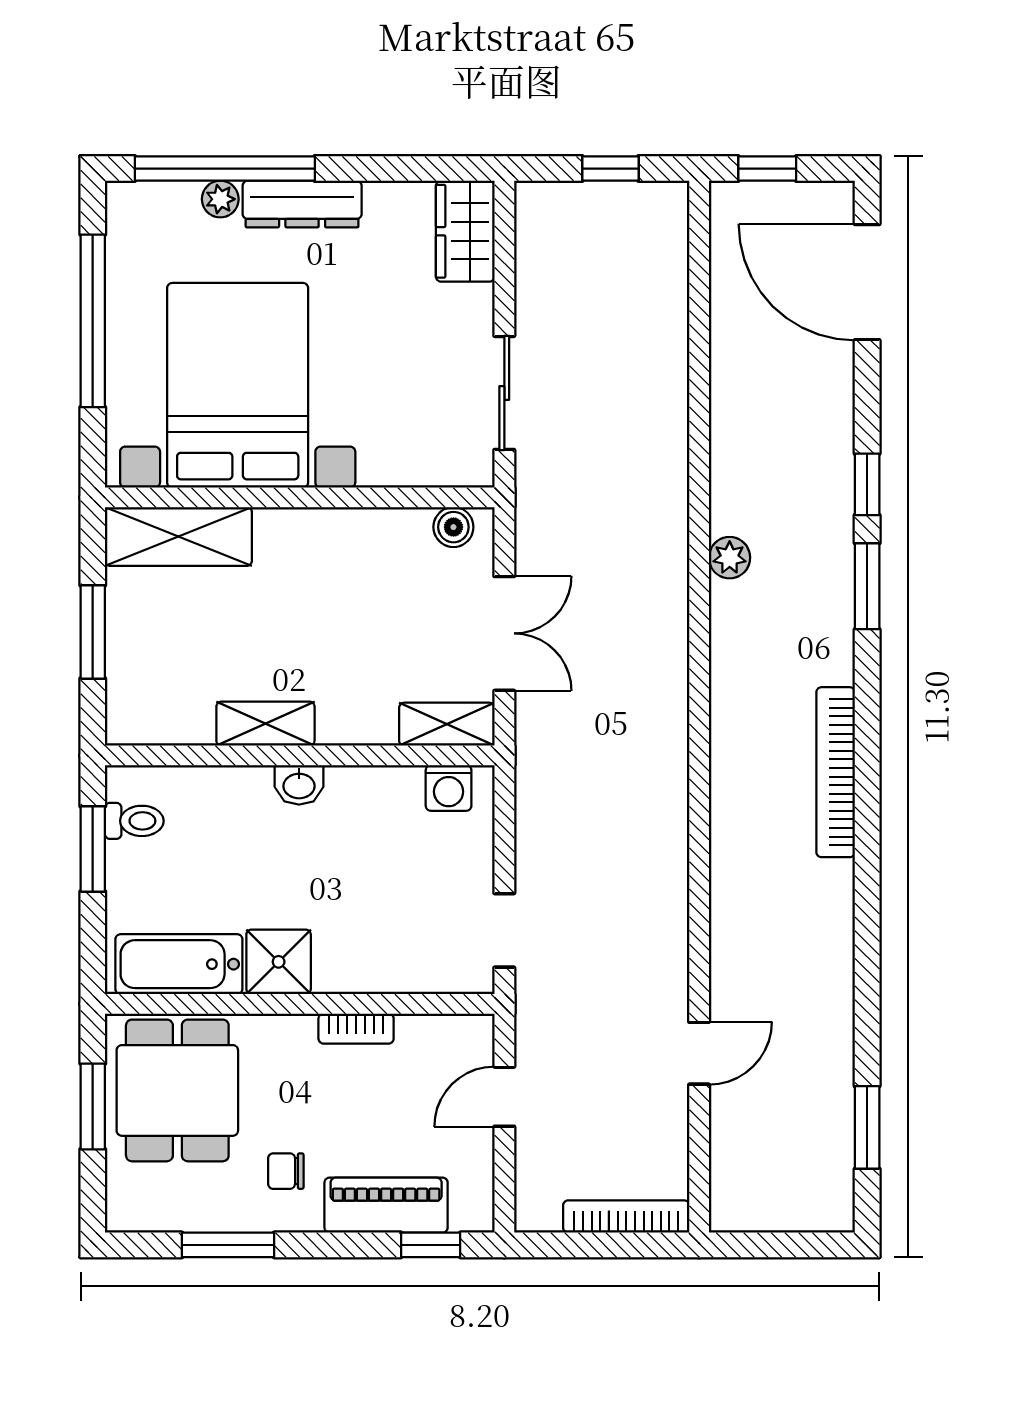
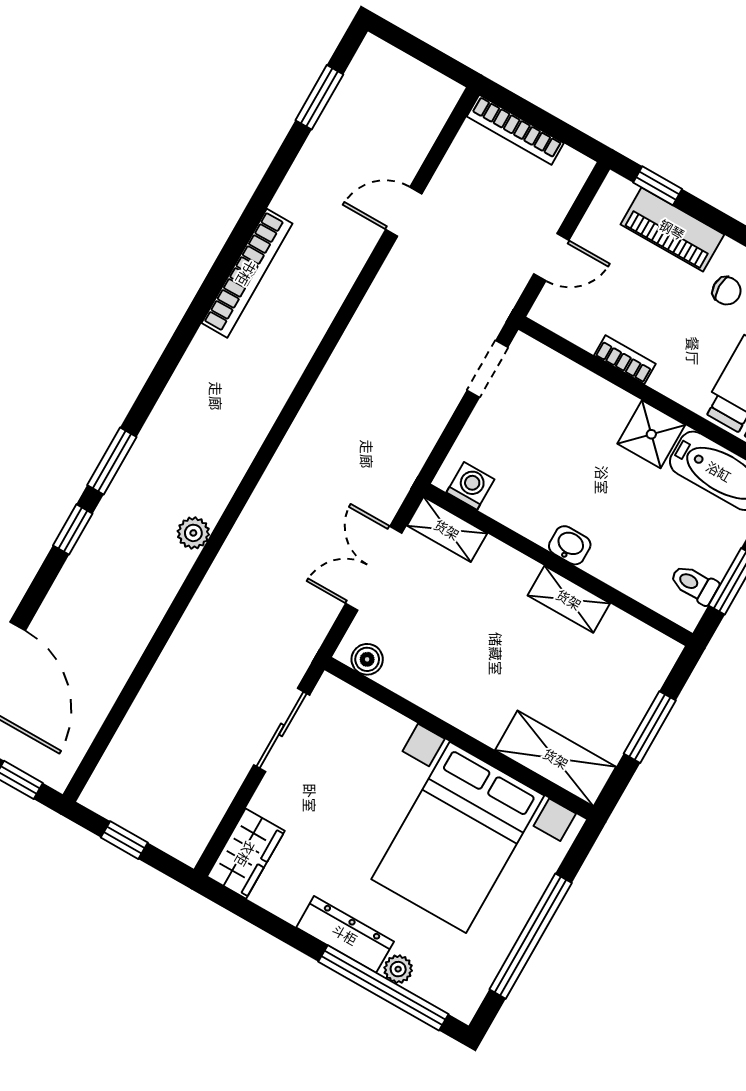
bookcase: (836, 772) -> (247, 273), moved

